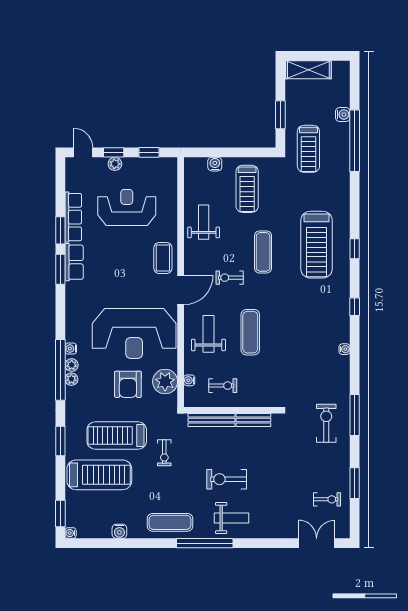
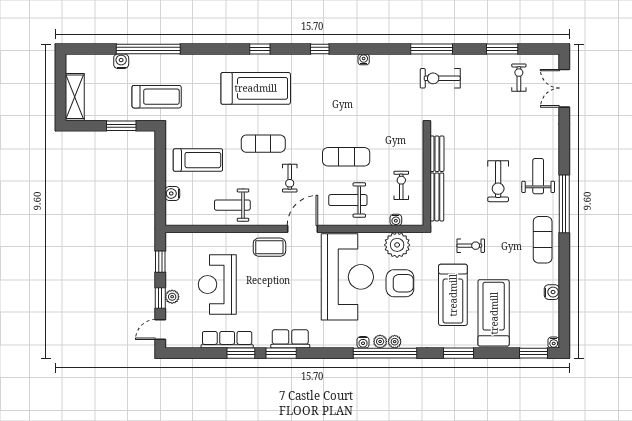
row of seats: (74, 262) -> (290, 339), moved
door: (181, 290) -> (302, 229), hinge flipped

